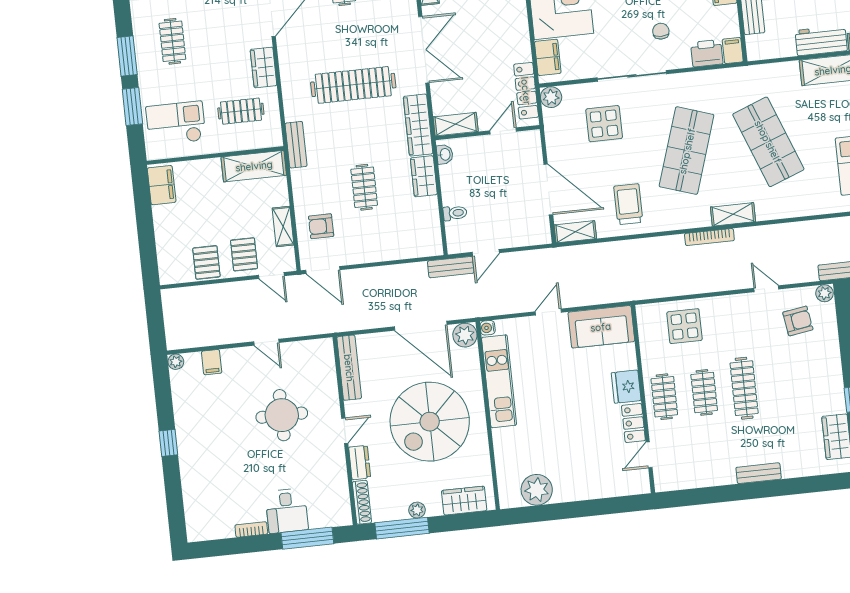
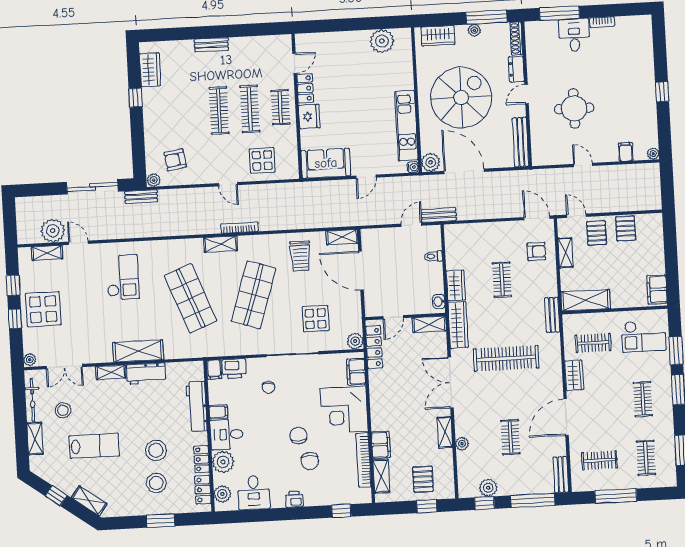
door: (766, 289) -> (228, 184), moved
clothes rail: (704, 392) -> (250, 109), width x1.36

